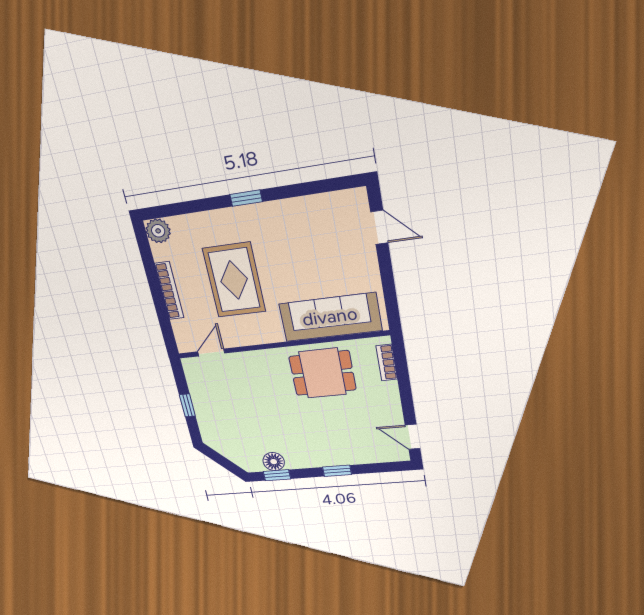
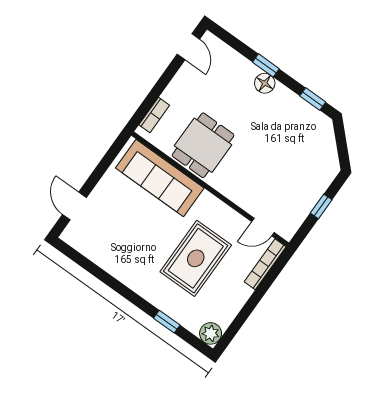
window: (246, 198) -> (167, 322), moved
bookcase: (169, 291) -> (265, 264), moved
dining table: (323, 373) -> (203, 145), turned 90
floor lamp: (274, 462) -> (265, 83), moved

